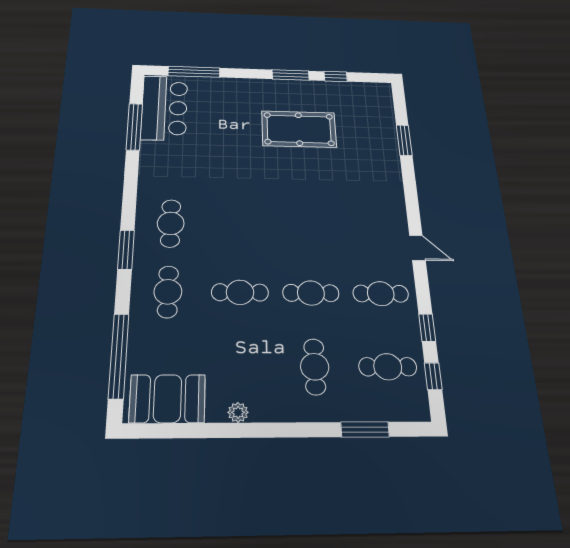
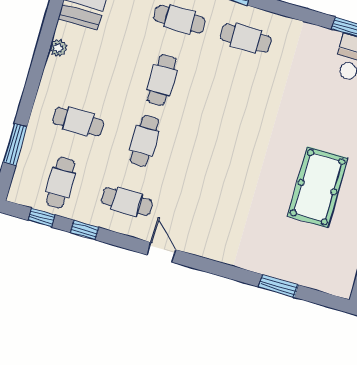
door: (417, 248) -> (161, 252), swing flipped
cafe table: (381, 294) -> (127, 202), turned 90

